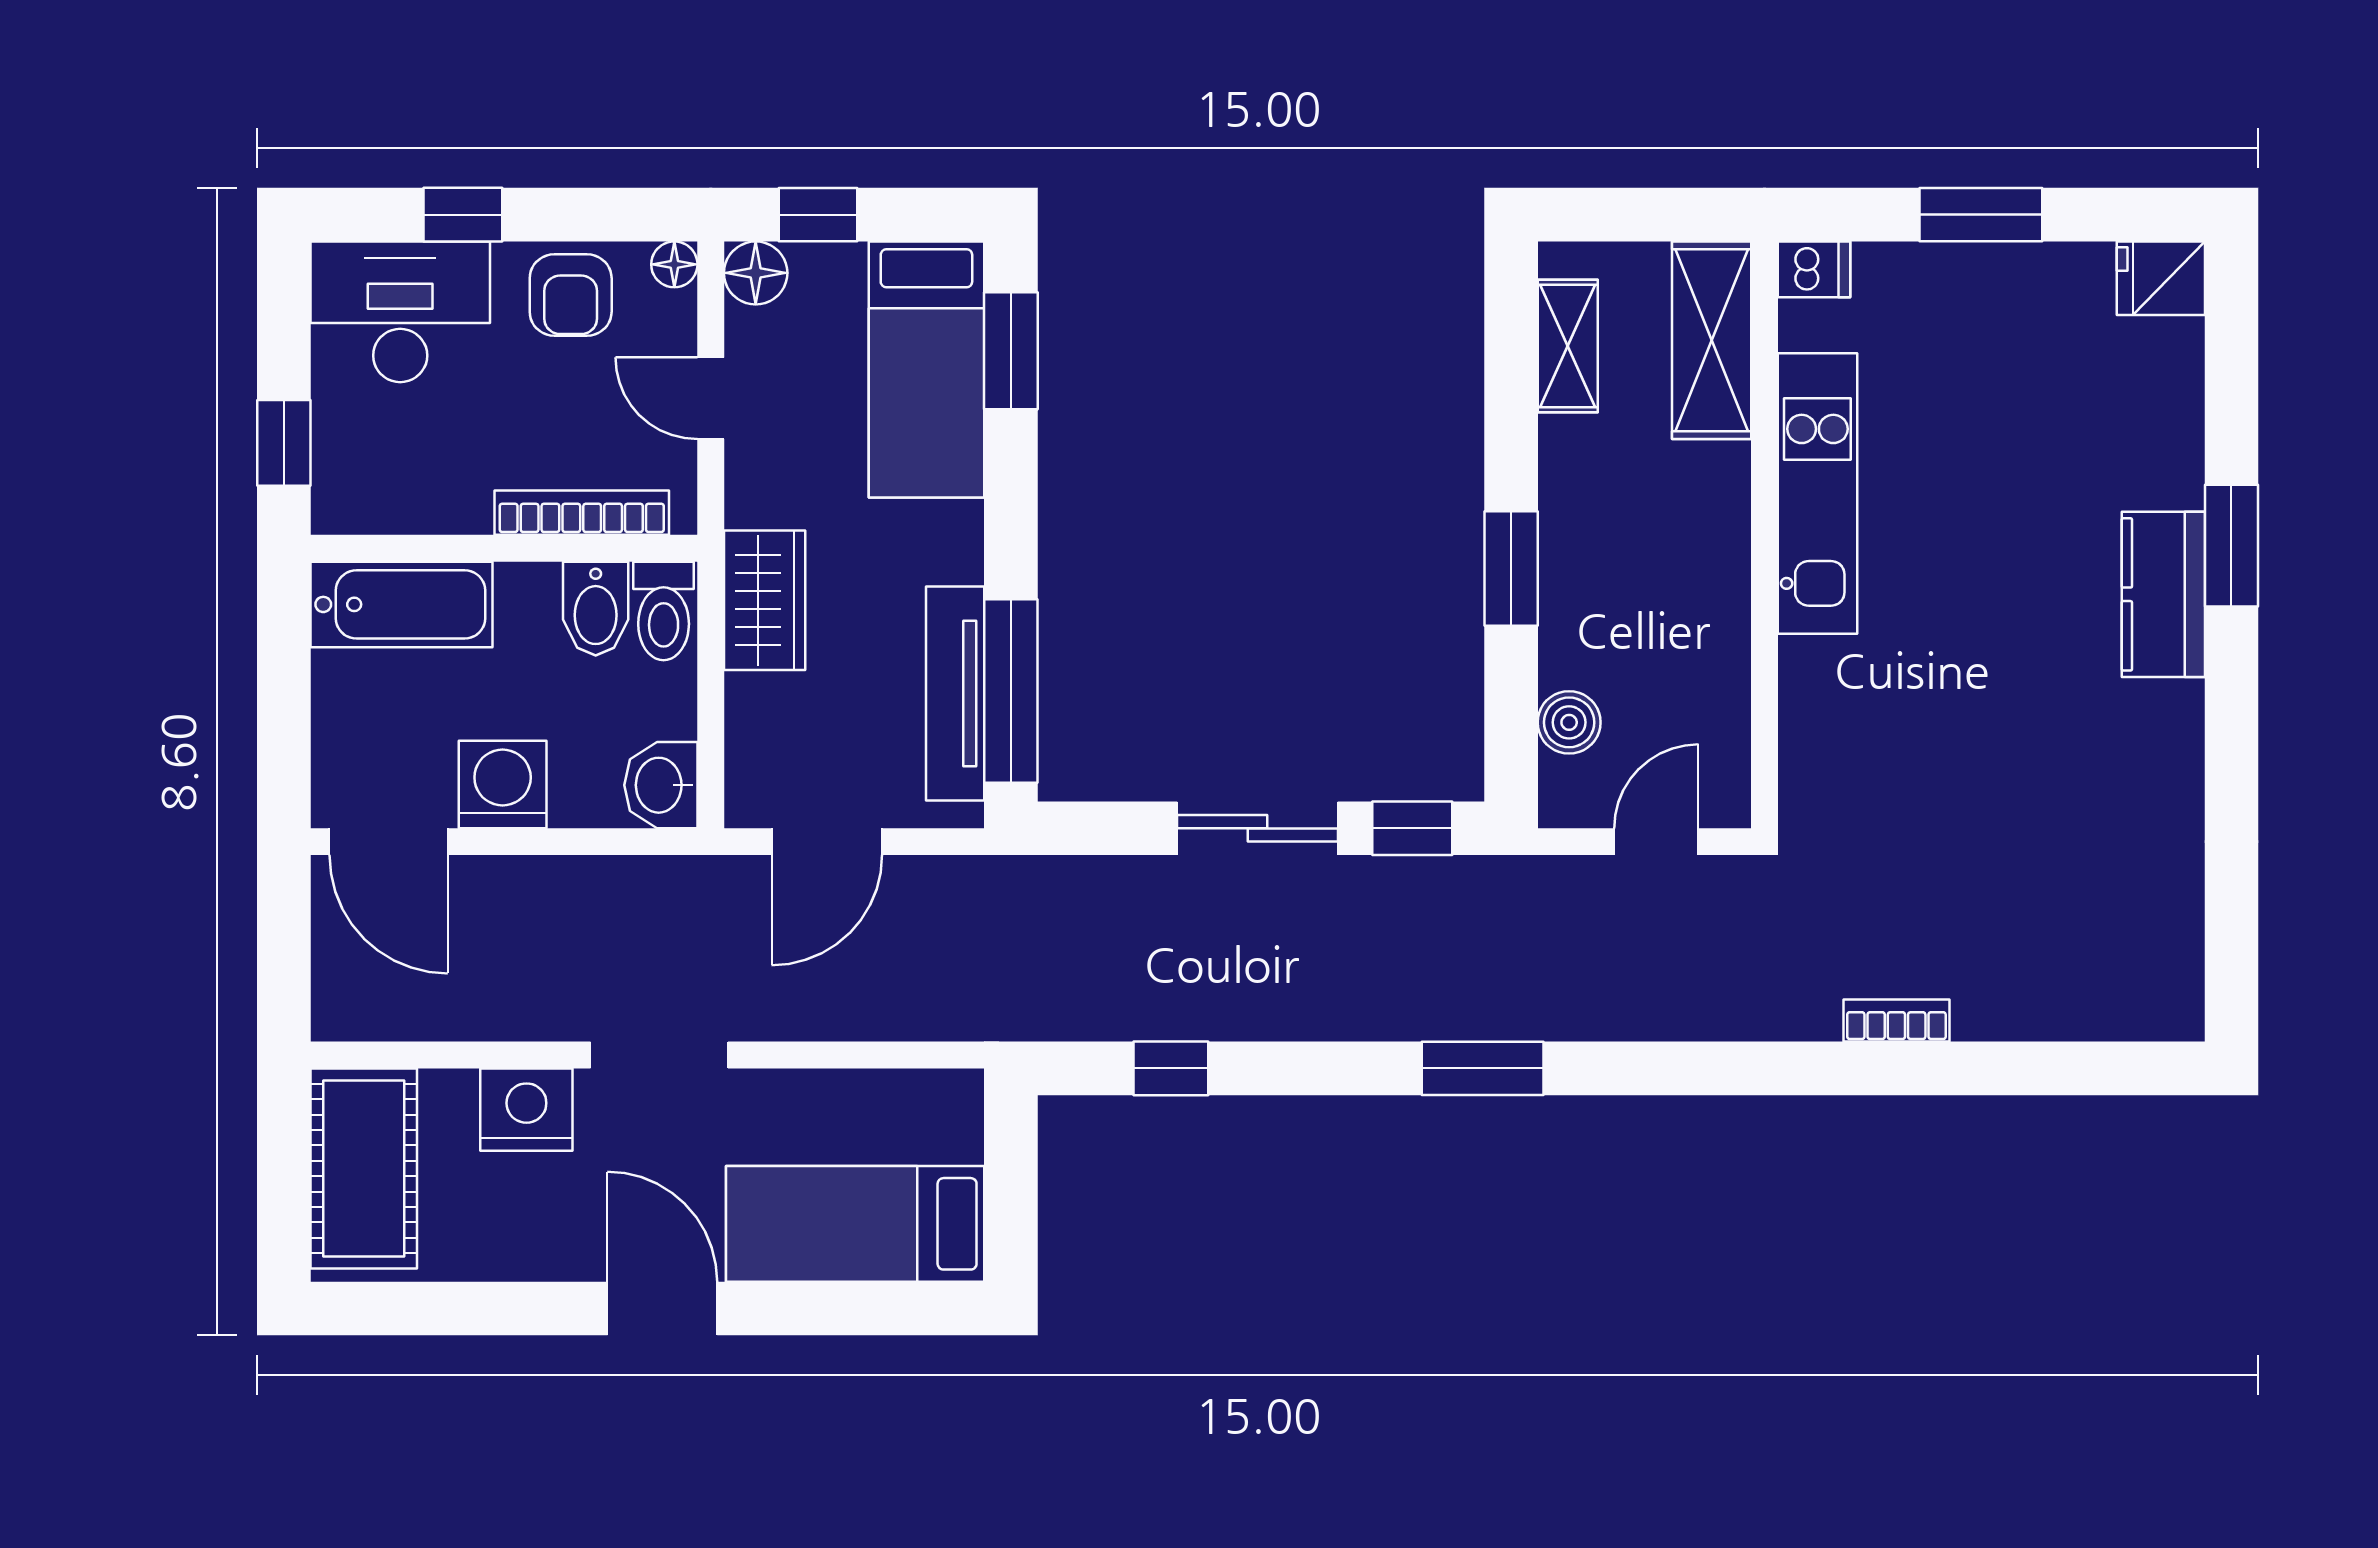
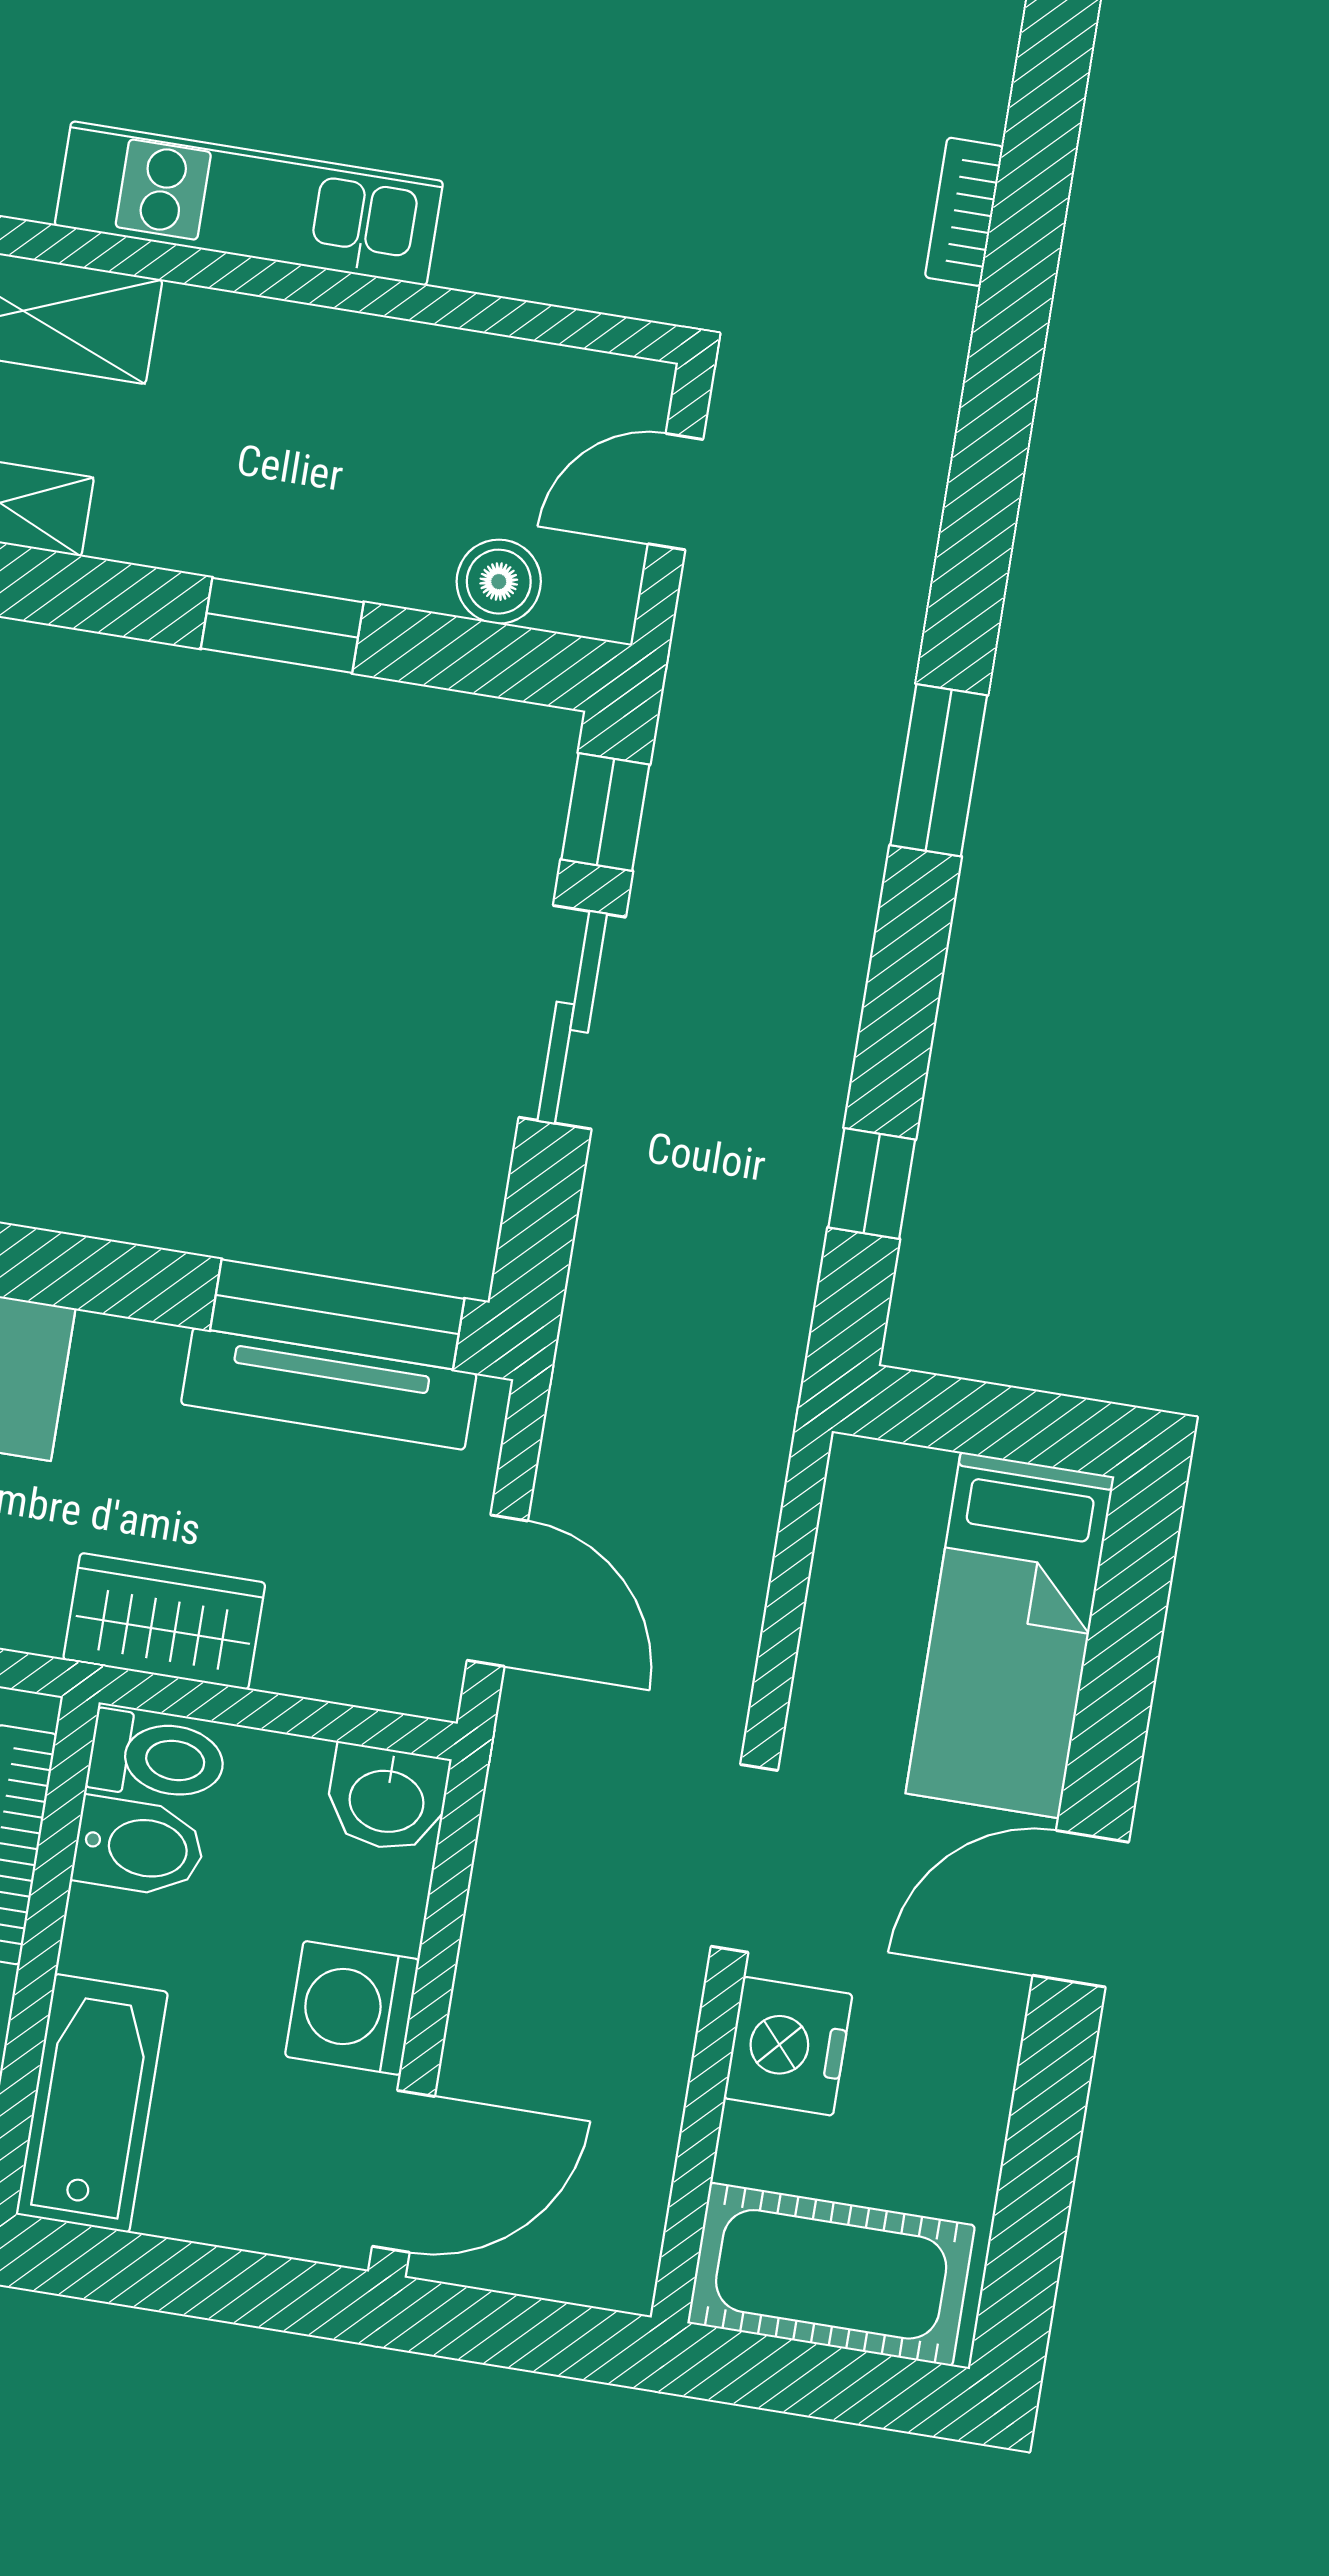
door: (1656, 842) -> (675, 492), hinge flipped

